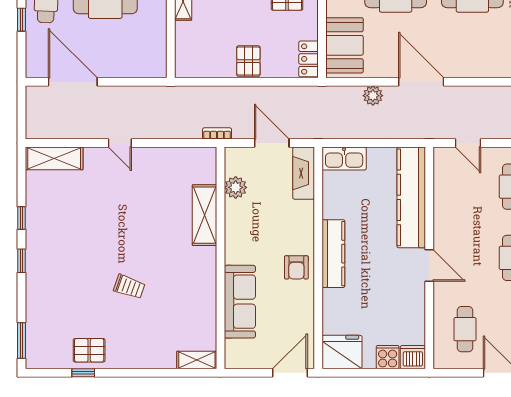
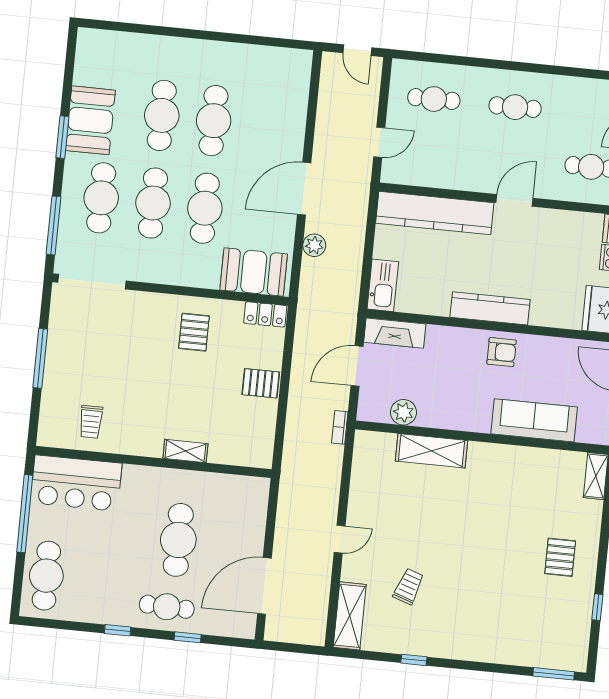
window: (21, 261) -> (463, 665), removed
trolley: (129, 287) -> (409, 586), moved
pallet: (89, 350) -> (560, 557), moved

